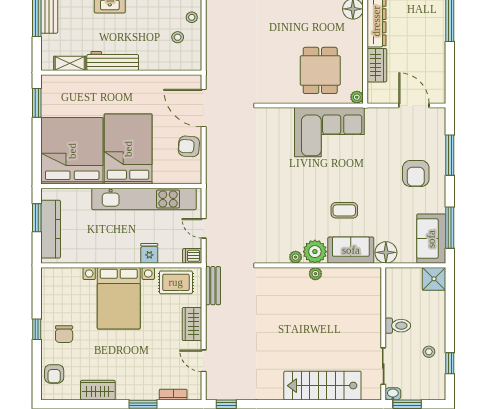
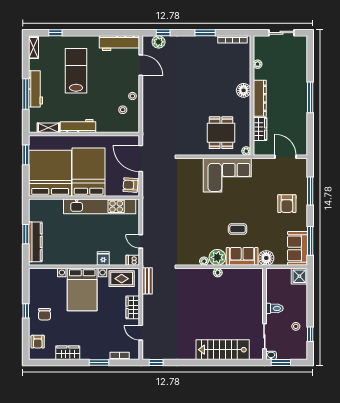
bed: (128, 149) -> (89, 172), moved
bed: (72, 151) -> (50, 173), moved
wall: (121, 186) -> (84, 198), moved
kitchen unit: (144, 199) -> (100, 206), moved

